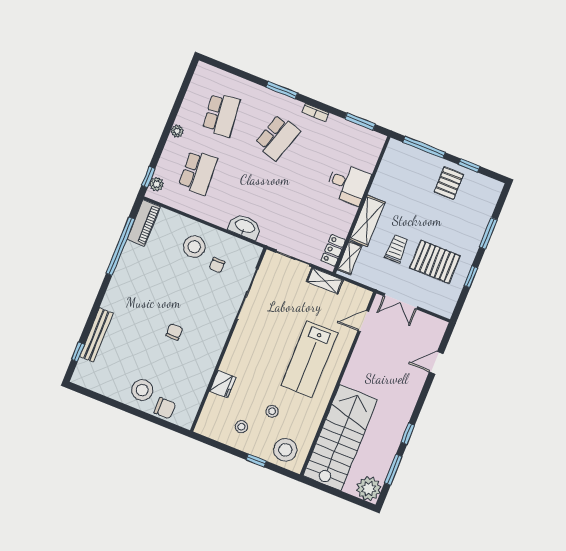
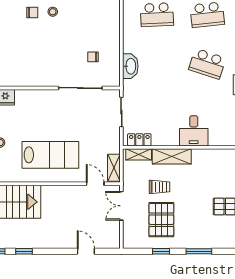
stool: (194, 247) -> (53, 12), moved, width x0.53, depth x0.53
shelving: (325, 281) -> (114, 168), moved
chair: (174, 332) -> (32, 13), moved
lab bench: (309, 359) -> (50, 155), turned 180

